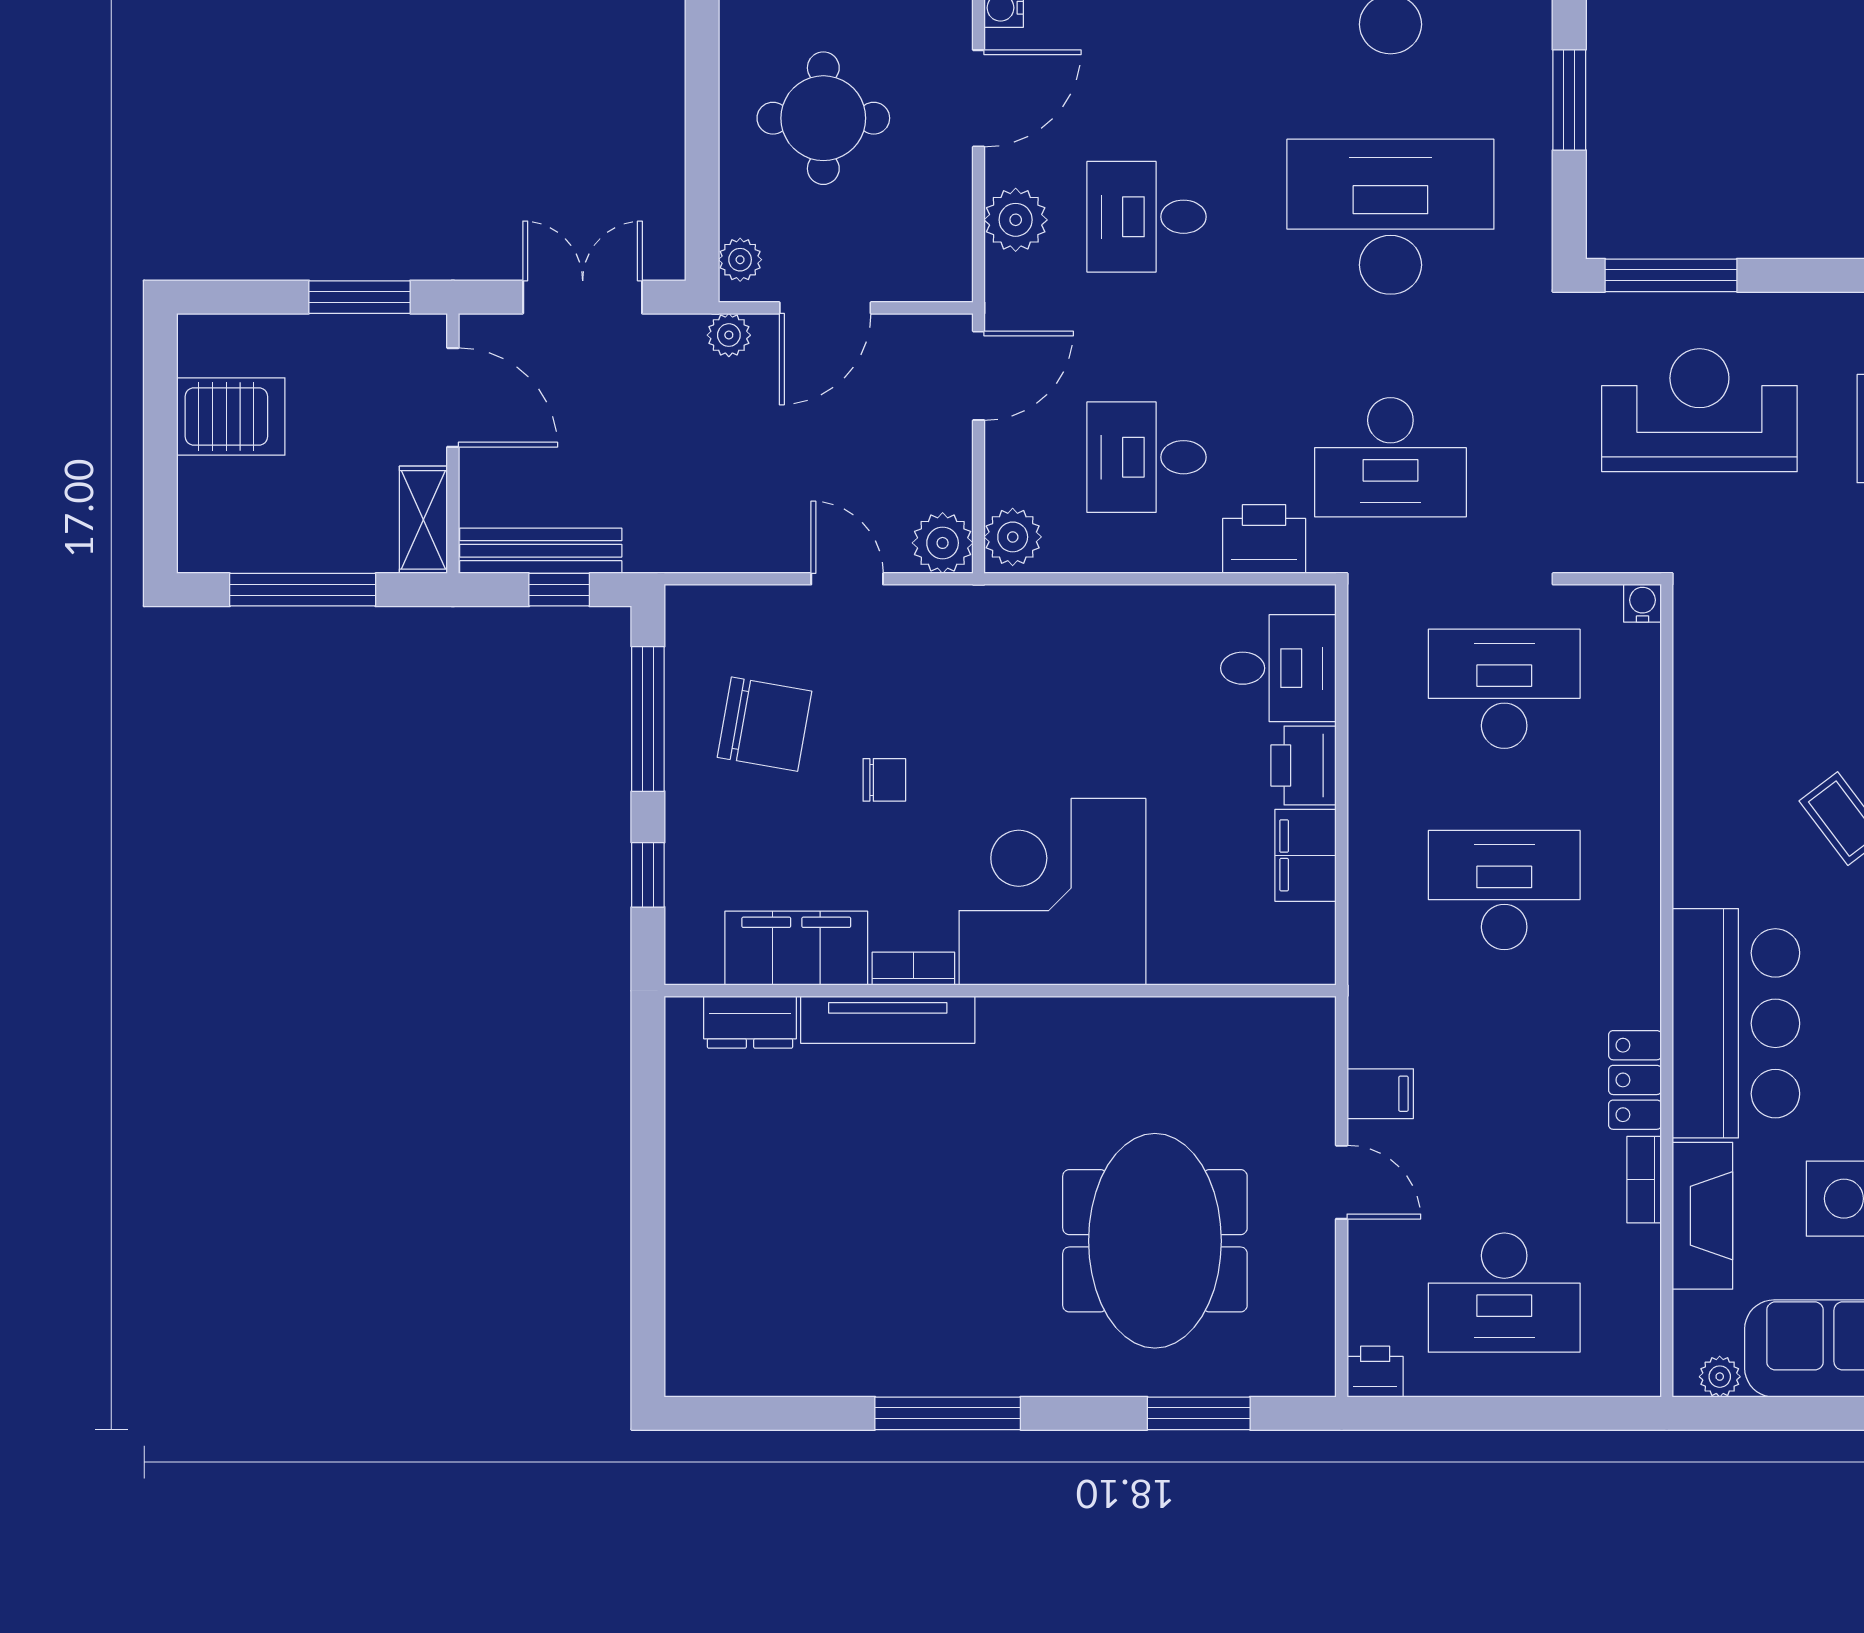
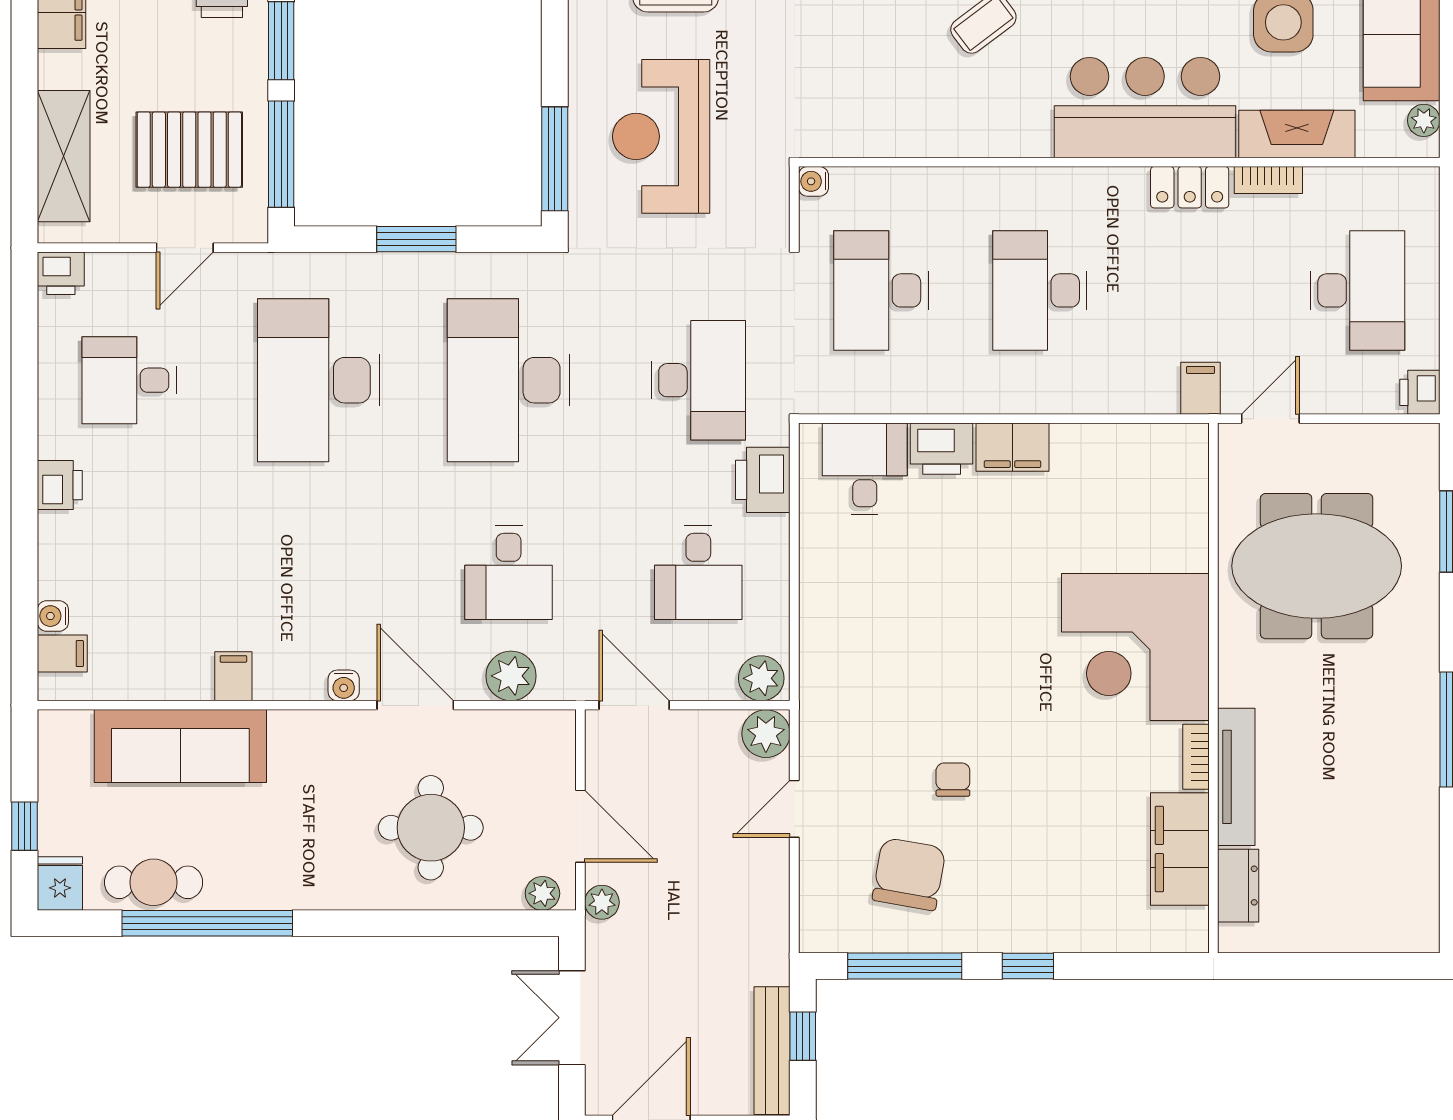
corner desk: (1052, 892) -> (1135, 647), moved
filing cabinet: (796, 948) -> (1180, 849), moved
bookcase: (913, 969) -> (1196, 757), moved
wall: (1000, 991) -> (1213, 688), moved
tv unit: (888, 1020) -> (1236, 777), moved
dresser: (750, 1022) -> (1238, 886), moved

